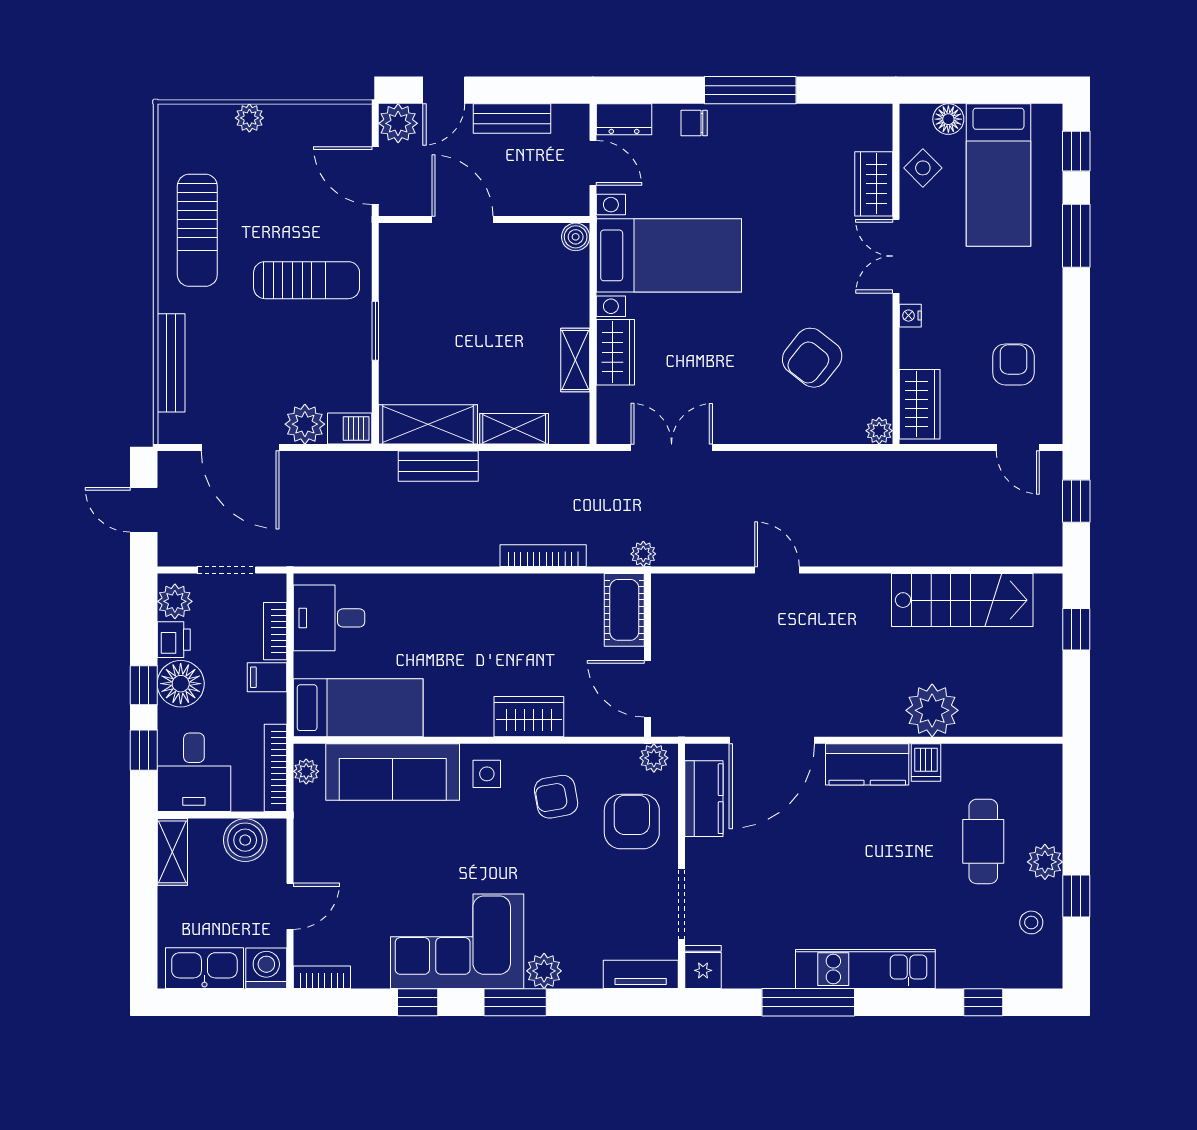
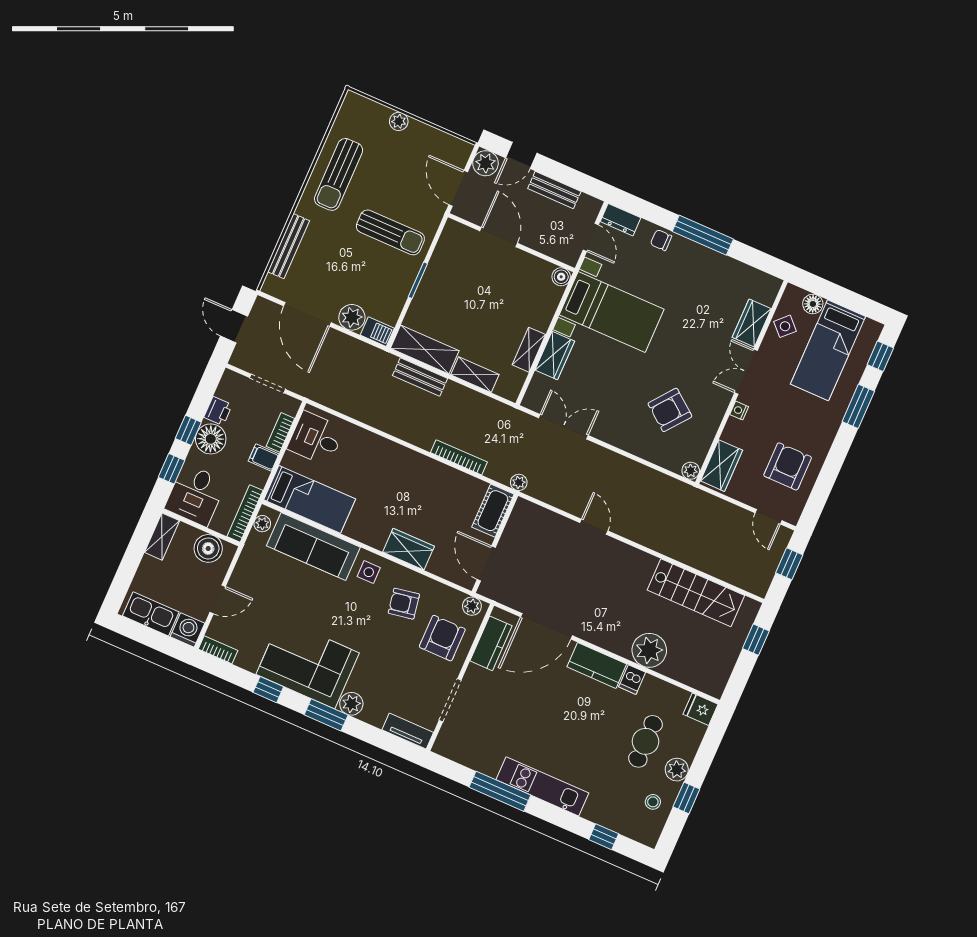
armchair: (1013, 364) -> (788, 466), width x1.38, depth x1.38
plant: (175, 601) -> (229, 389), removed
fridge: (703, 967) -> (701, 709), moved, turned -90

